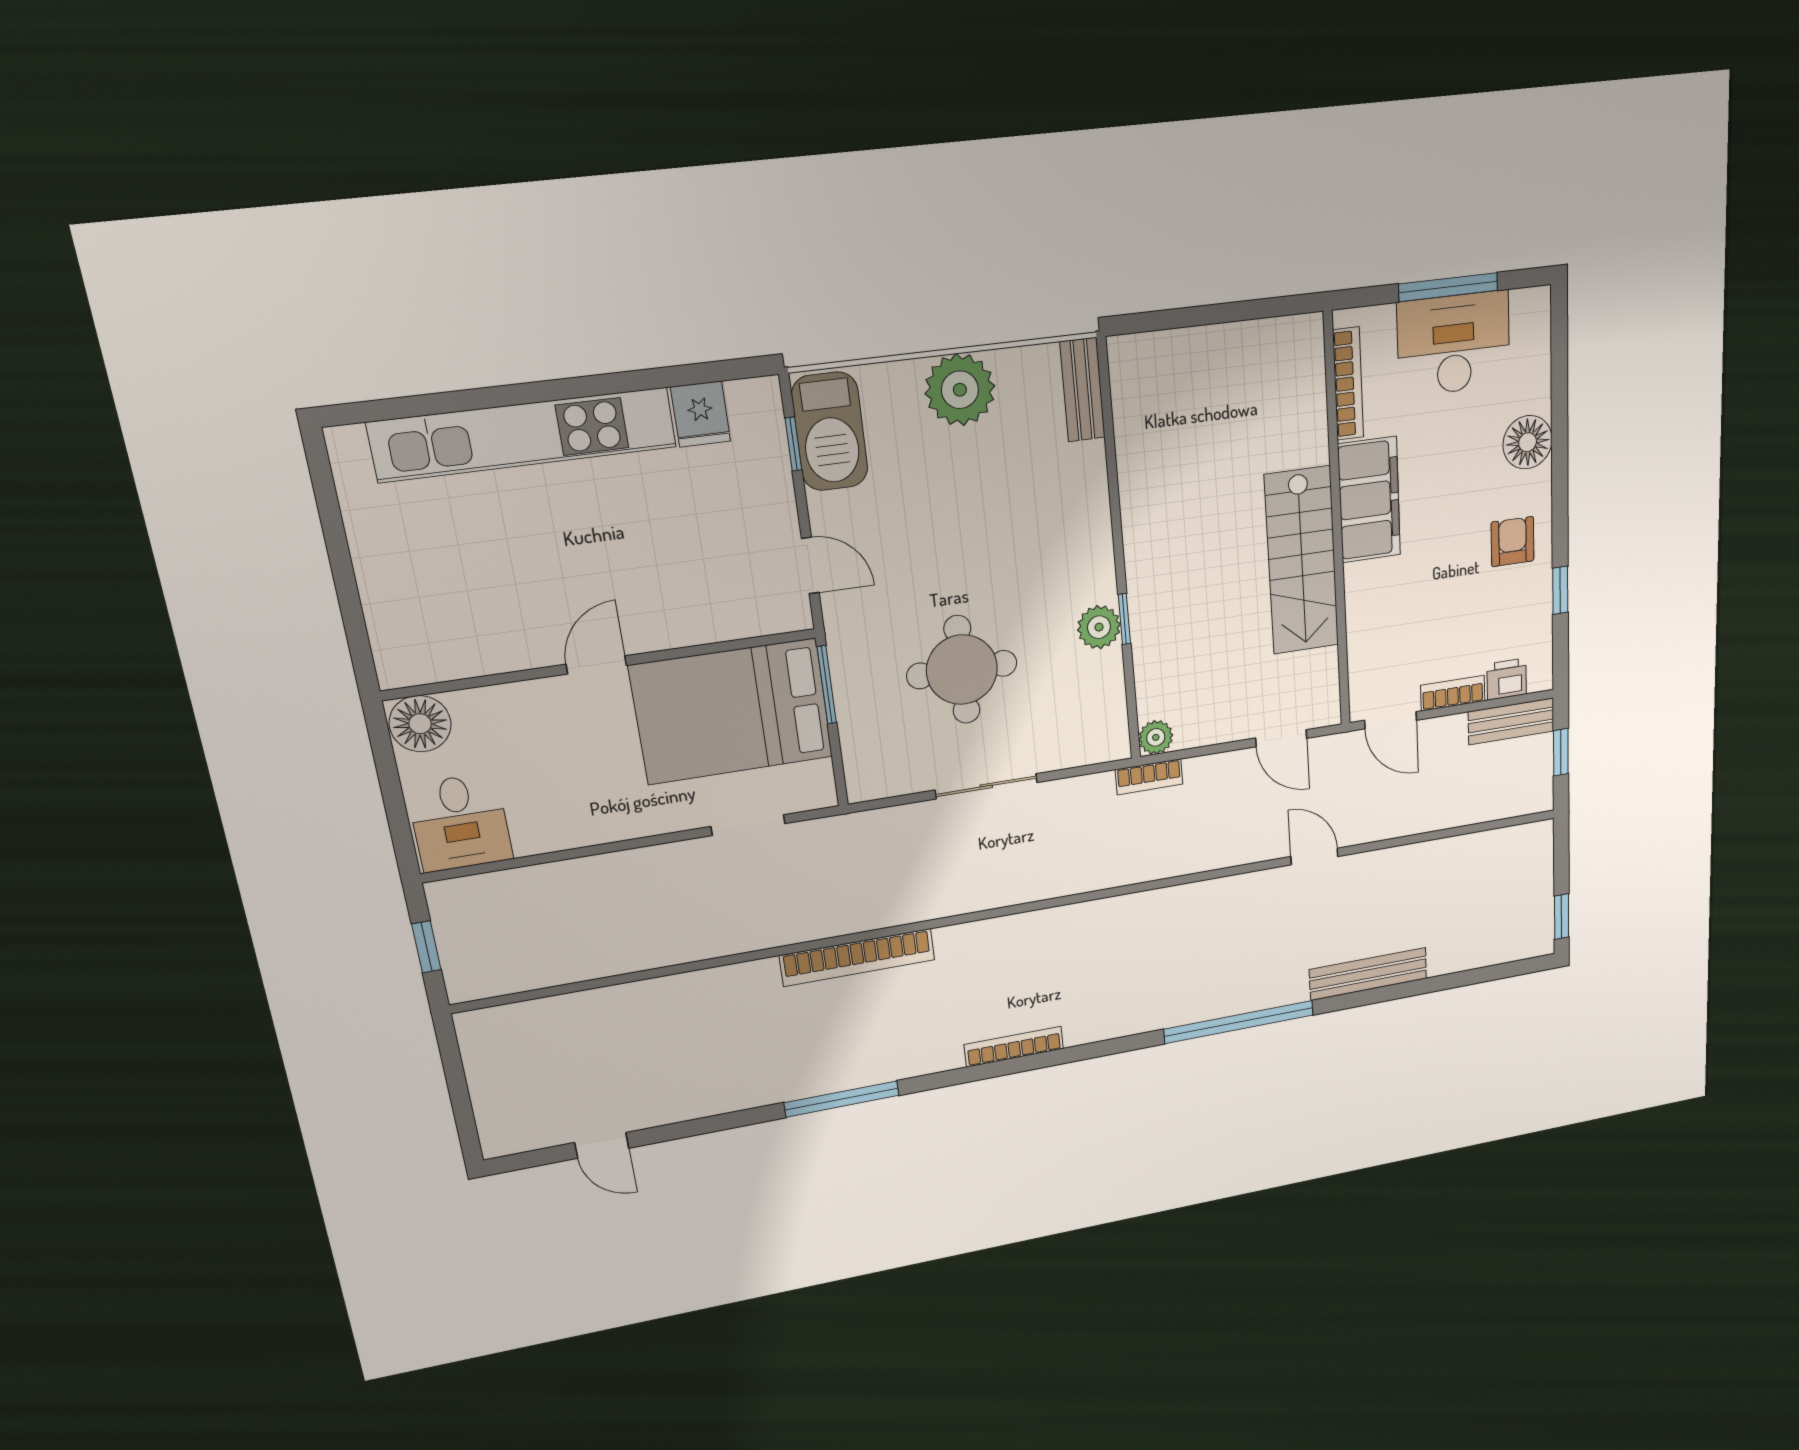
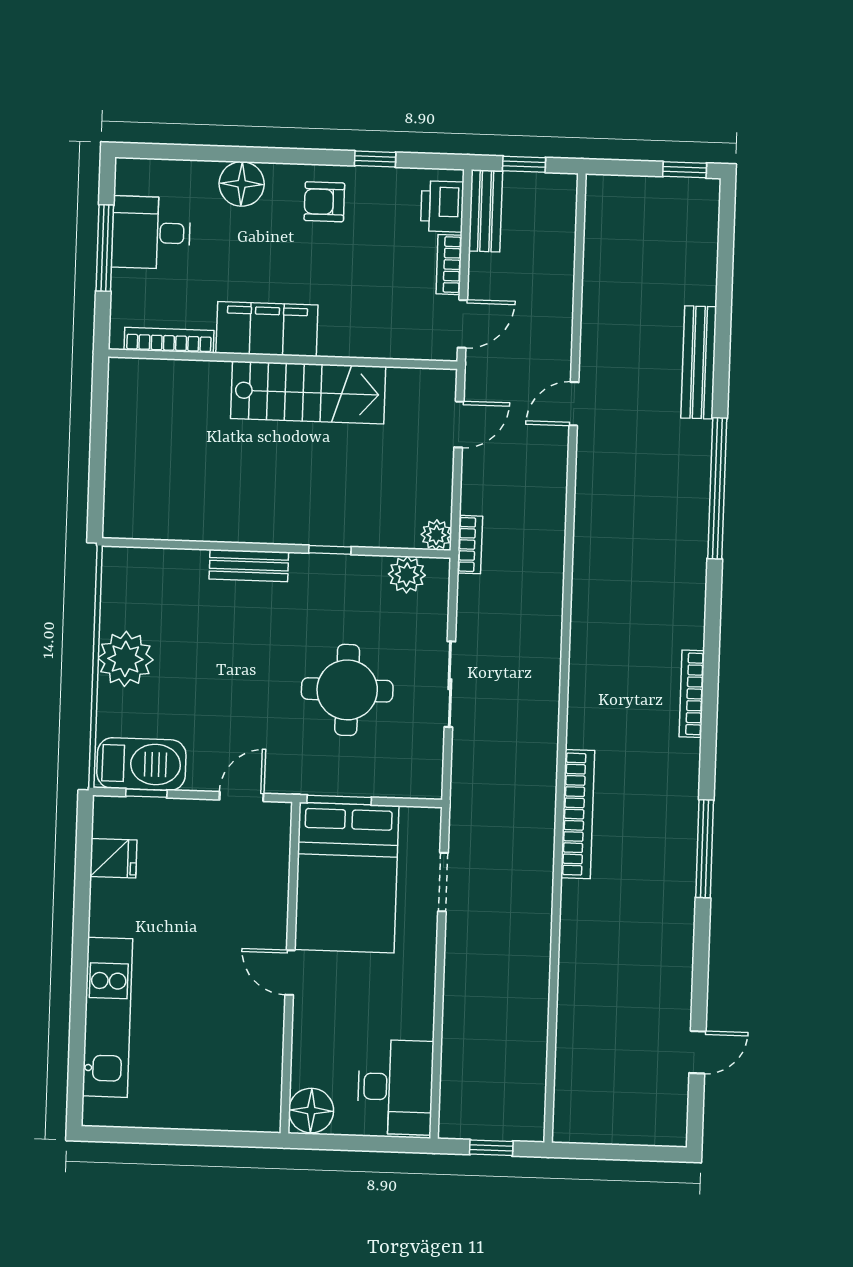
desk: (1454, 344) -> (151, 233), width x0.73
bench: (1083, 390) -> (249, 566), moved
kitchen unit: (524, 435) -> (107, 1017), width x0.73
plant: (1099, 627) -> (407, 575), moved
printer: (1507, 679) -> (442, 206), width x1.36, depth x1.24
desk: (460, 822) -> (395, 1087), width x1.37

